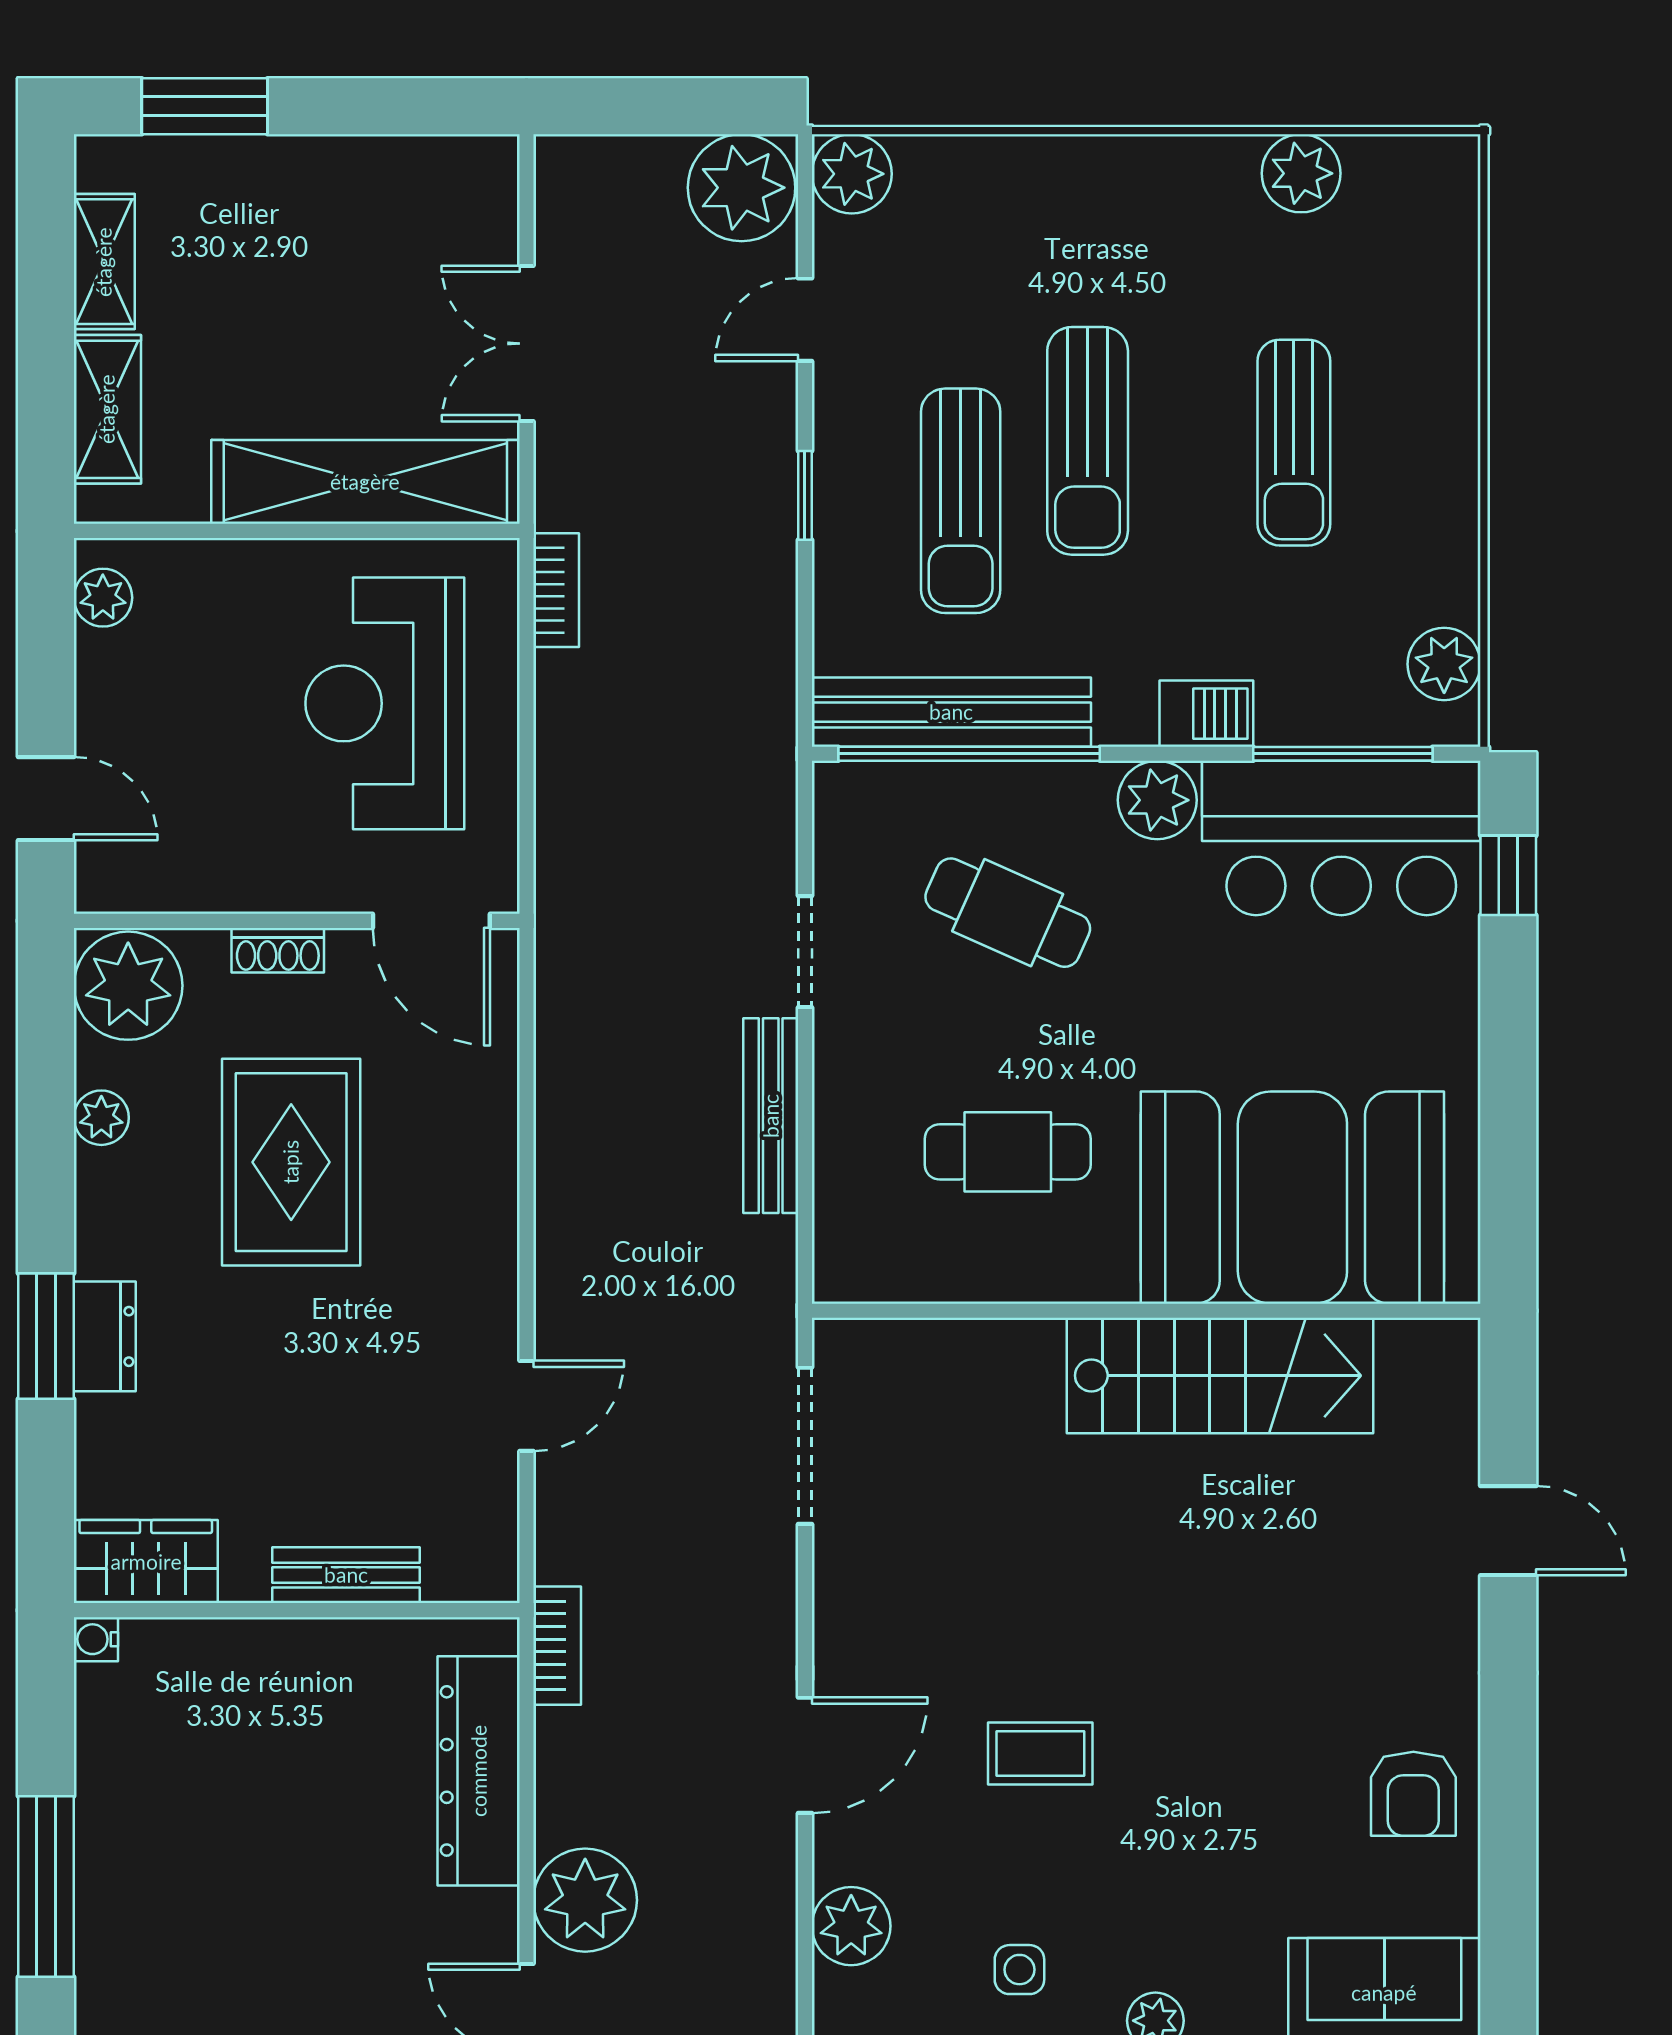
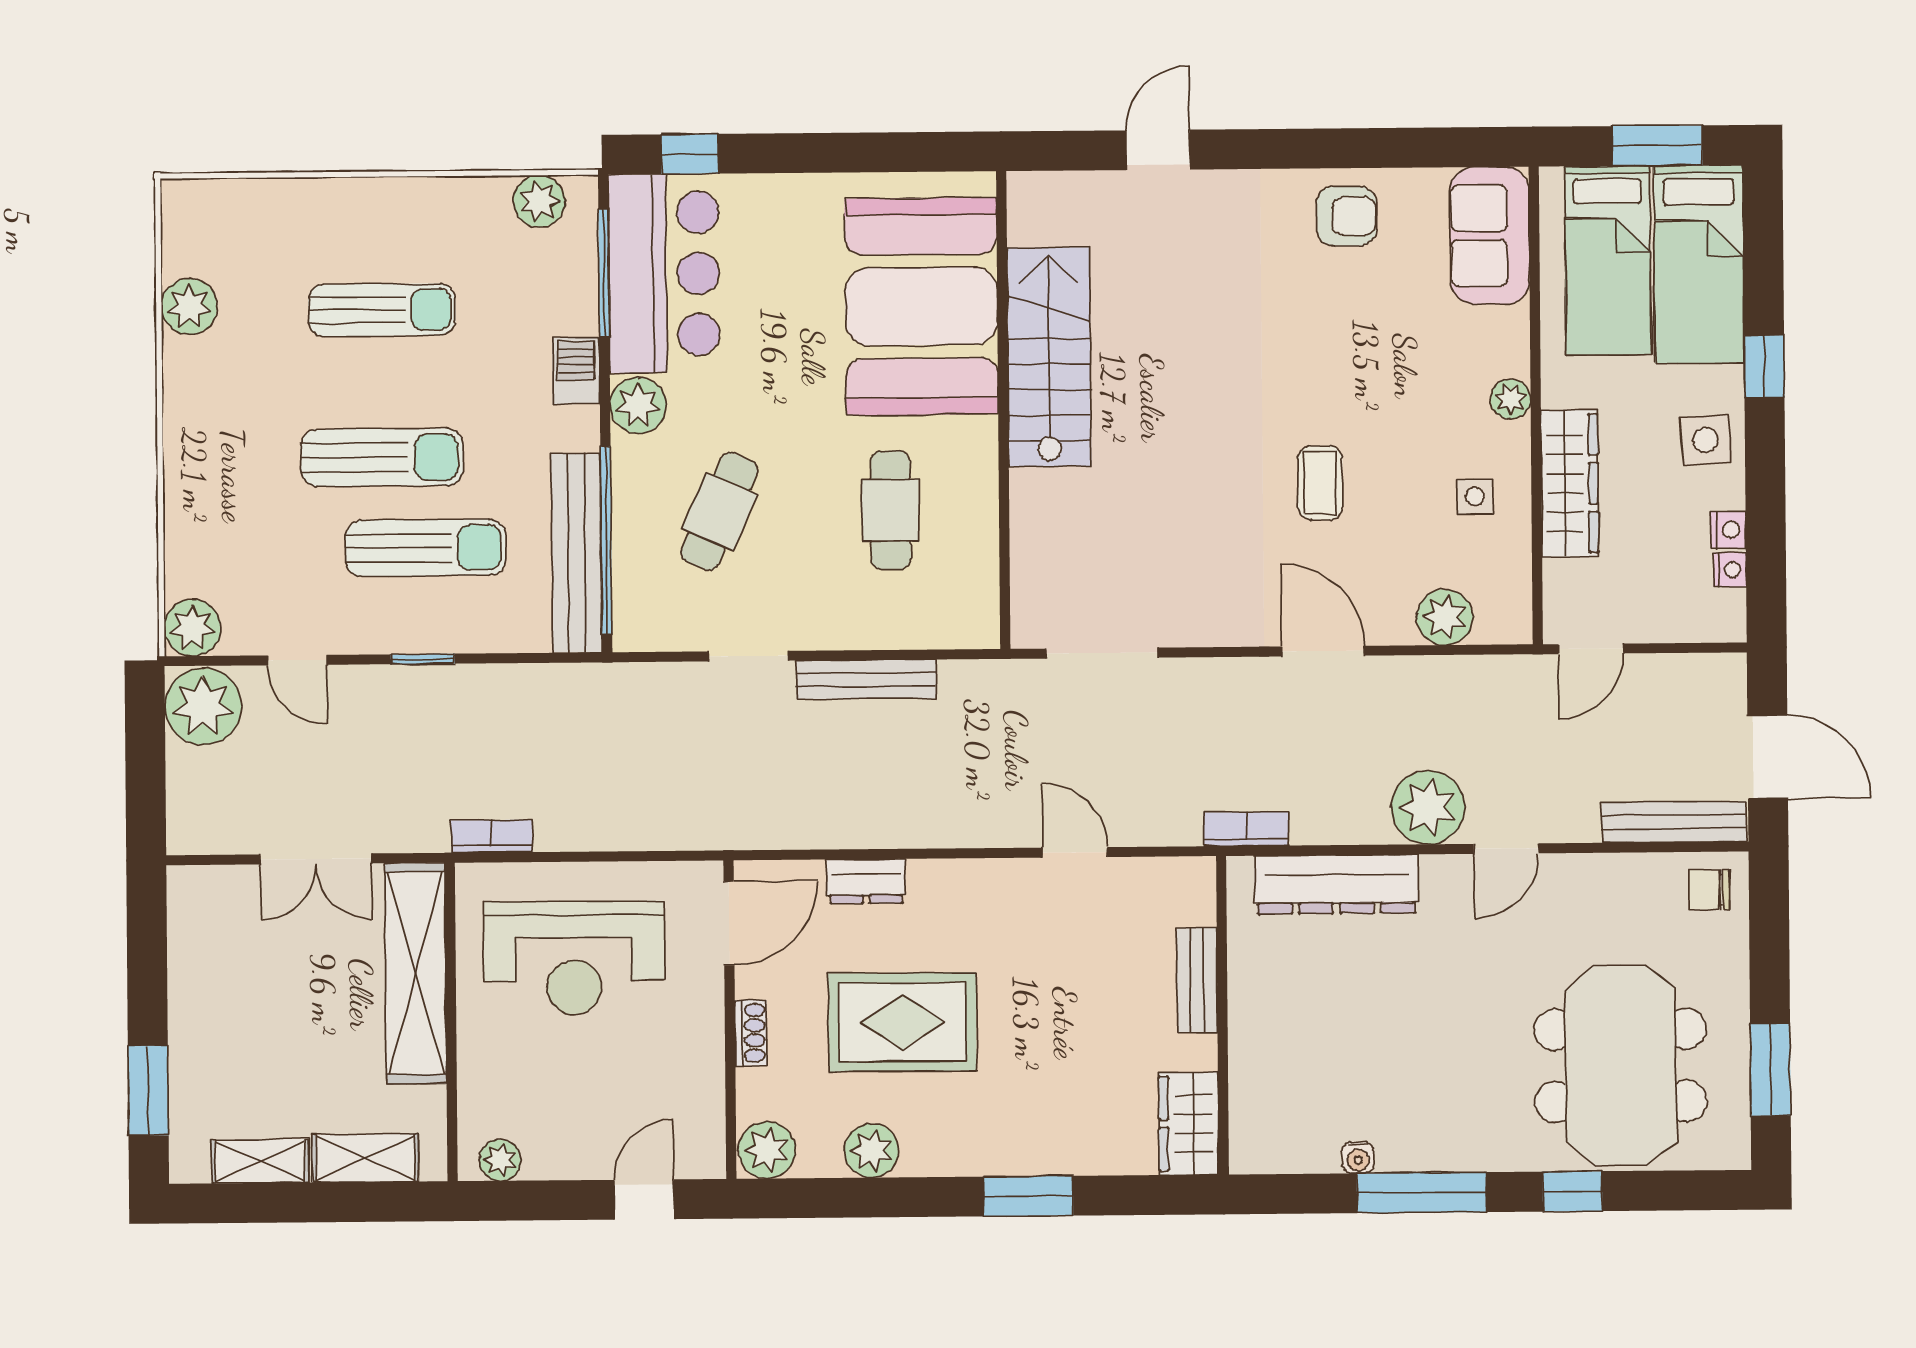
plant: (128, 986) -> (767, 1150), width x0.73, depth x0.73
plant: (101, 1118) -> (872, 1151), width x1.38, depth x1.38
dresser: (105, 1336) -> (866, 881), moved, turned 180
water cooler: (96, 1639) -> (1358, 1158), moved

